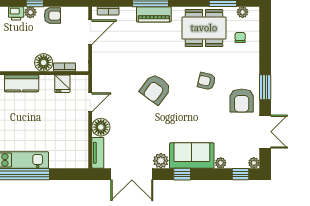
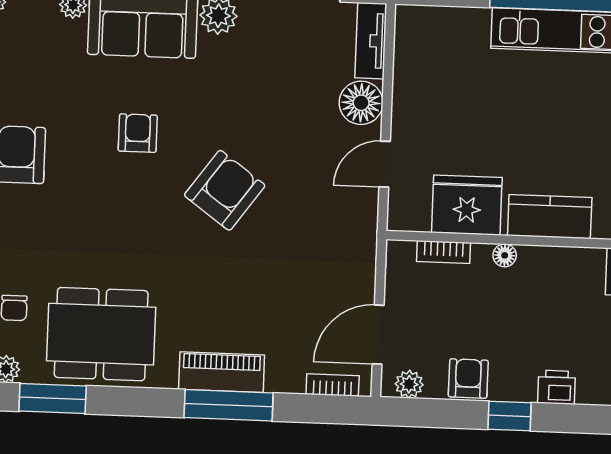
plant: (30, 12) -> (409, 384), moved
armchair: (52, 16) -> (468, 379), turned 90
floor lamp: (44, 63) -> (505, 255), width x0.53, depth x0.53
armchair: (207, 81) -> (138, 133), moved, turned -103
fridge: (62, 84) -> (467, 205), width x1.88, depth x1.34

